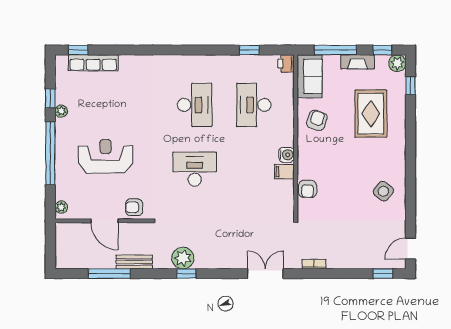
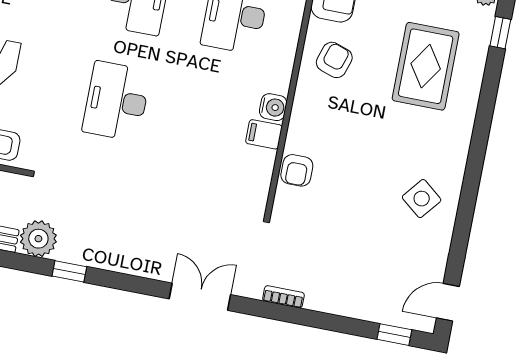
desk: (195, 169) -> (117, 101), turned -90
plant: (183, 258) -> (38, 239), moved

